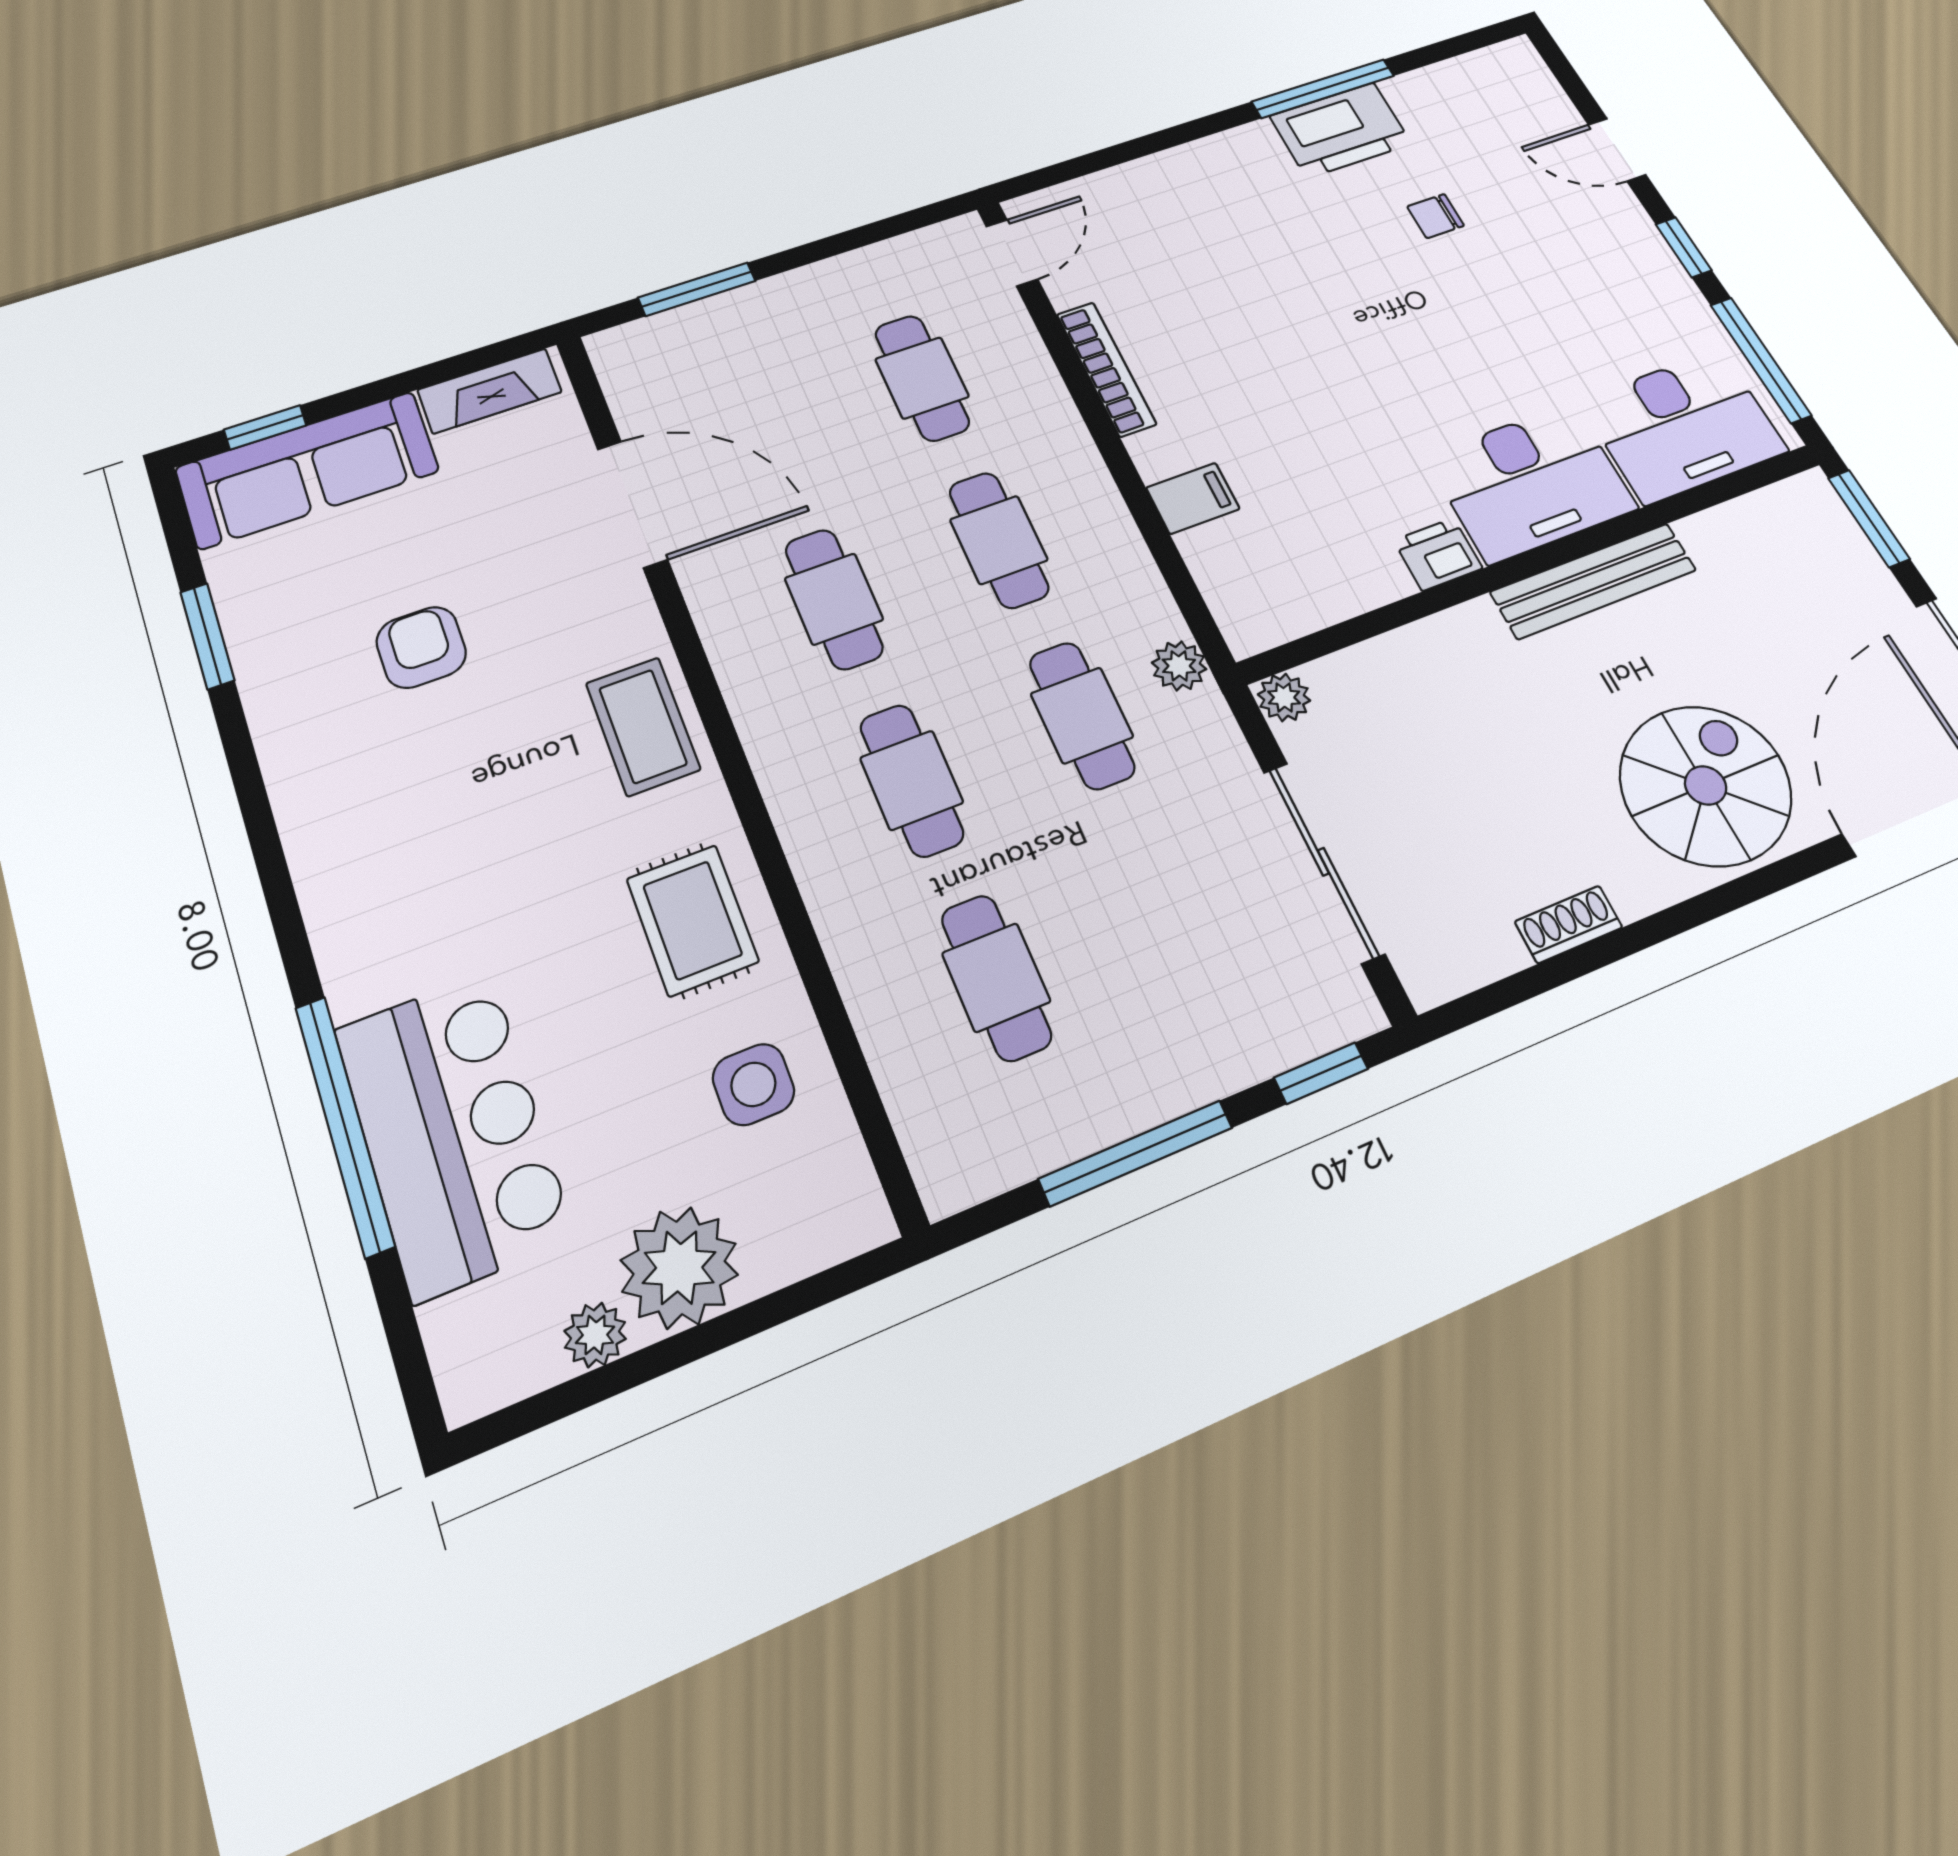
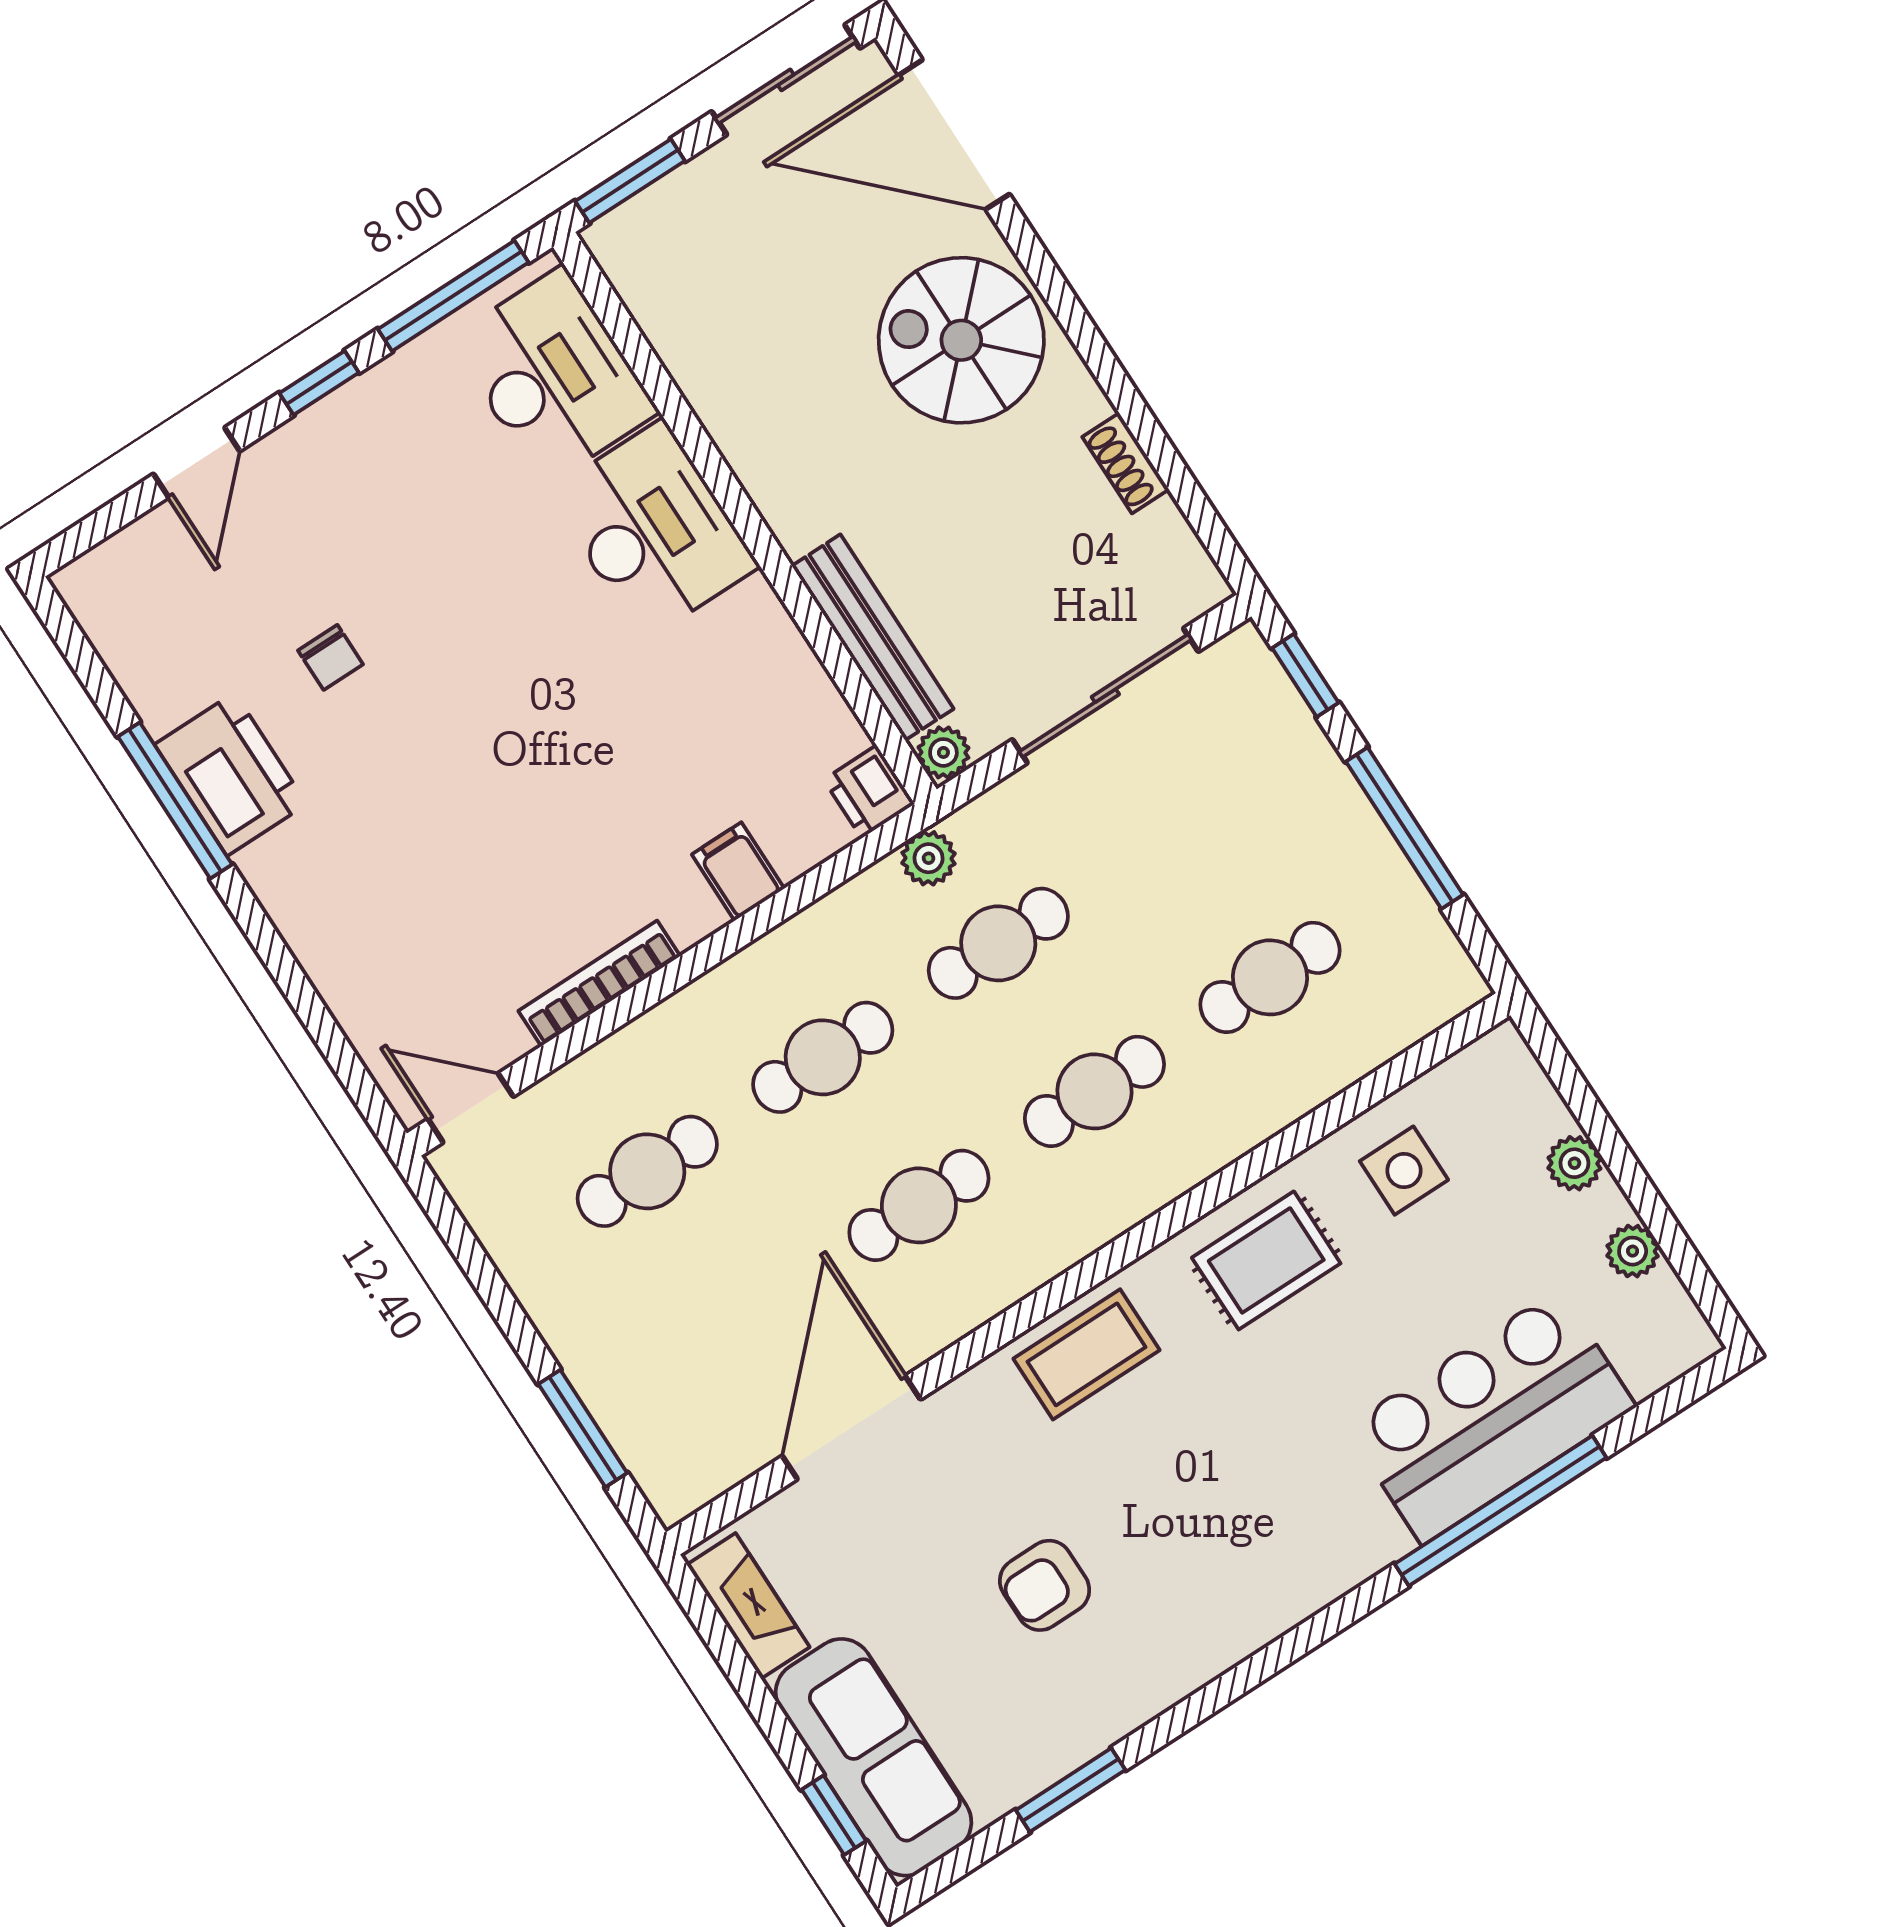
printer: (1438, 554) -> (869, 792), moved
bench: (1593, 581) -> (873, 637), moved
plant: (679, 1268) -> (1574, 1163), width x0.53, depth x0.53

